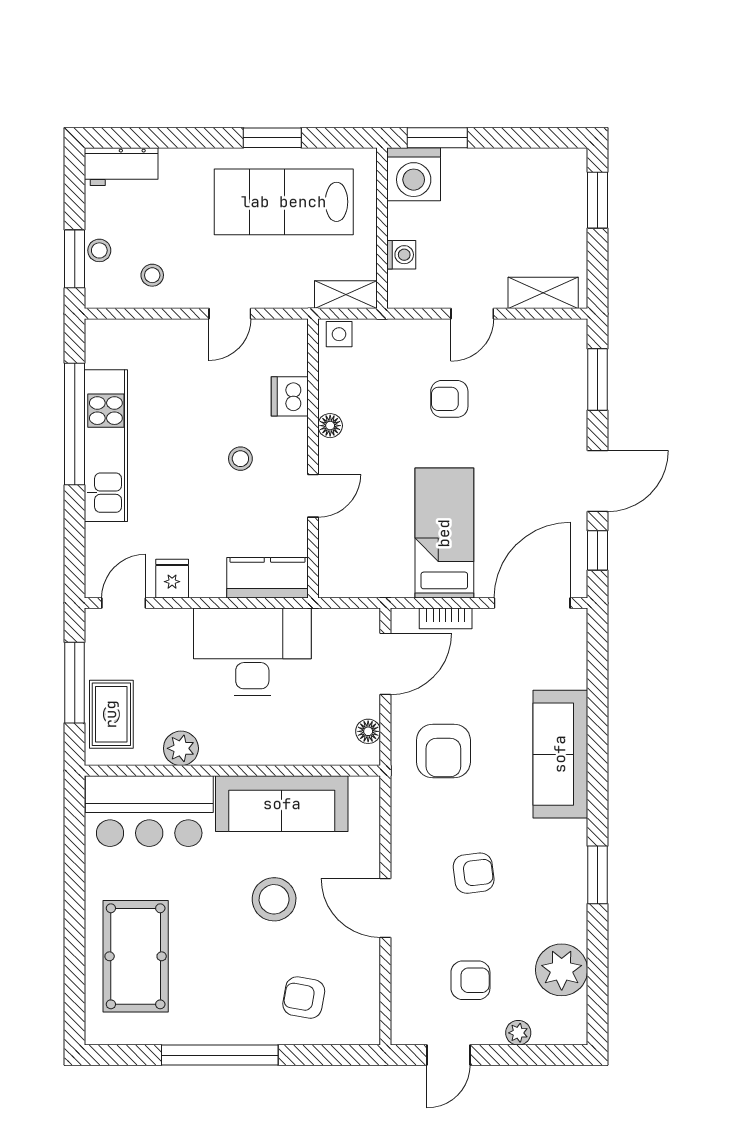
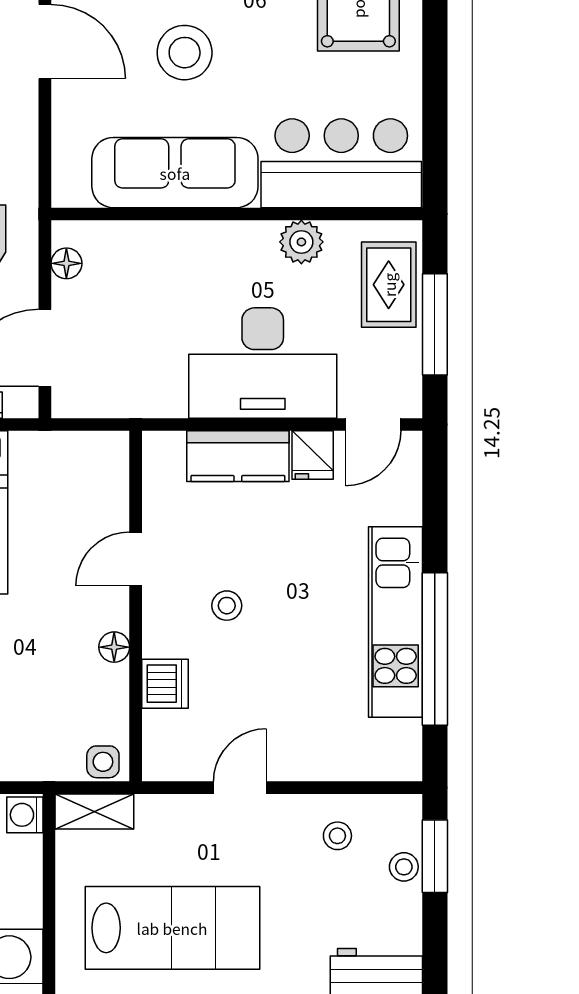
washing machine: (401, 255) -> (25, 815), moved
kitchen counter: (267, 578) -> (238, 456), moved
desk: (252, 652) -> (263, 363), moved

